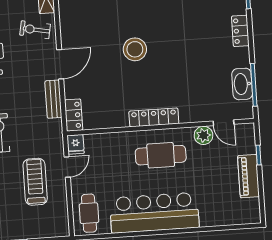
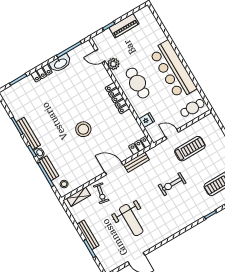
washbasin: (242, 84) -> (60, 63), moved
door: (224, 123) -> (100, 56), swing flipped
fridge: (76, 144) -> (147, 120), moved
treadmill: (35, 182) -> (190, 149), turned 180

